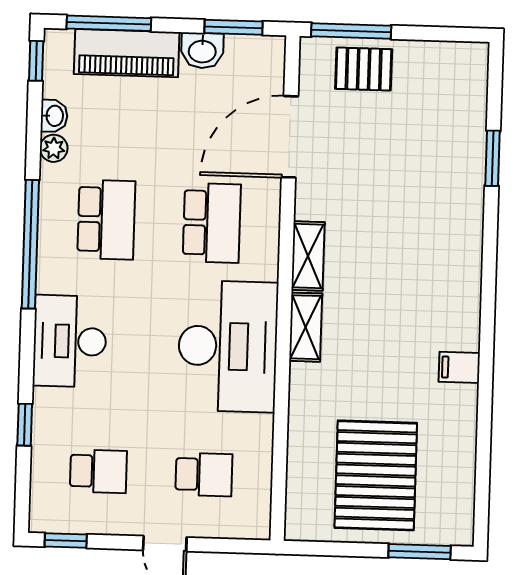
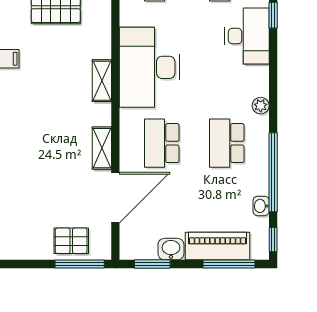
plant: (54, 148) -> (261, 106), moved
window: (30, 244) -> (273, 172), moved
shelving: (308, 256) -> (102, 148), moved
desk: (70, 341) -> (247, 36), moved

